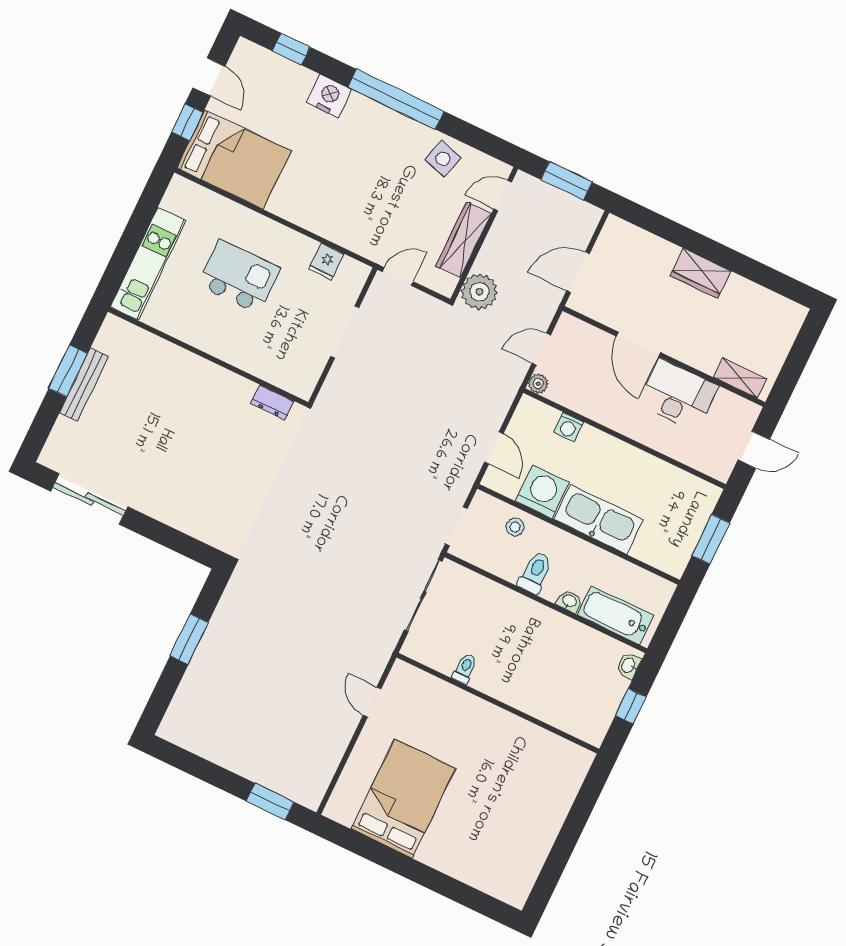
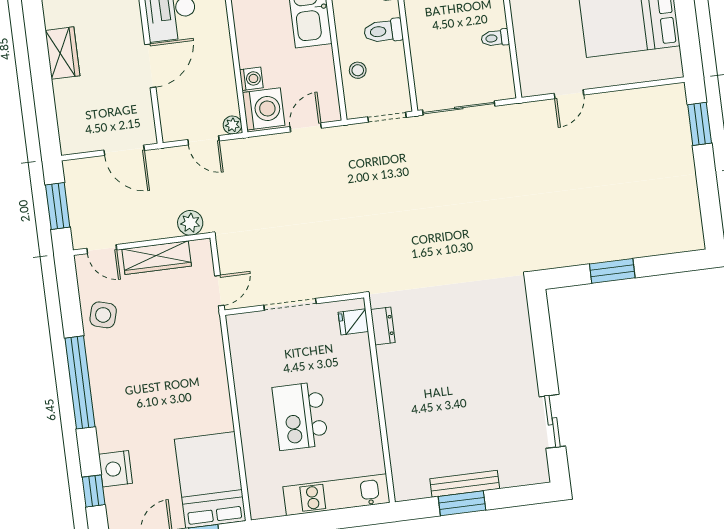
nightstand: (329, 96) -> (116, 469), moved
fridge: (326, 262) -> (353, 322), moved, turned 180
door: (398, 277) -> (219, 291), swing flipped
plant: (479, 292) -> (190, 223), width x0.73, depth x0.73
washing machine: (542, 492) -> (264, 109), moved, turned 180
sliding door: (89, 499) -> (552, 421), width x0.73

